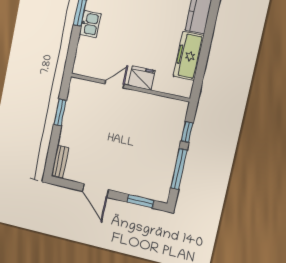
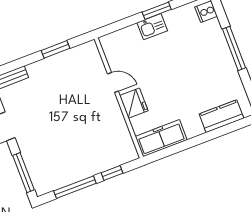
freezer: (189, 56) -> (161, 138), moved
window: (141, 201) -> (23, 173), width x1.44

